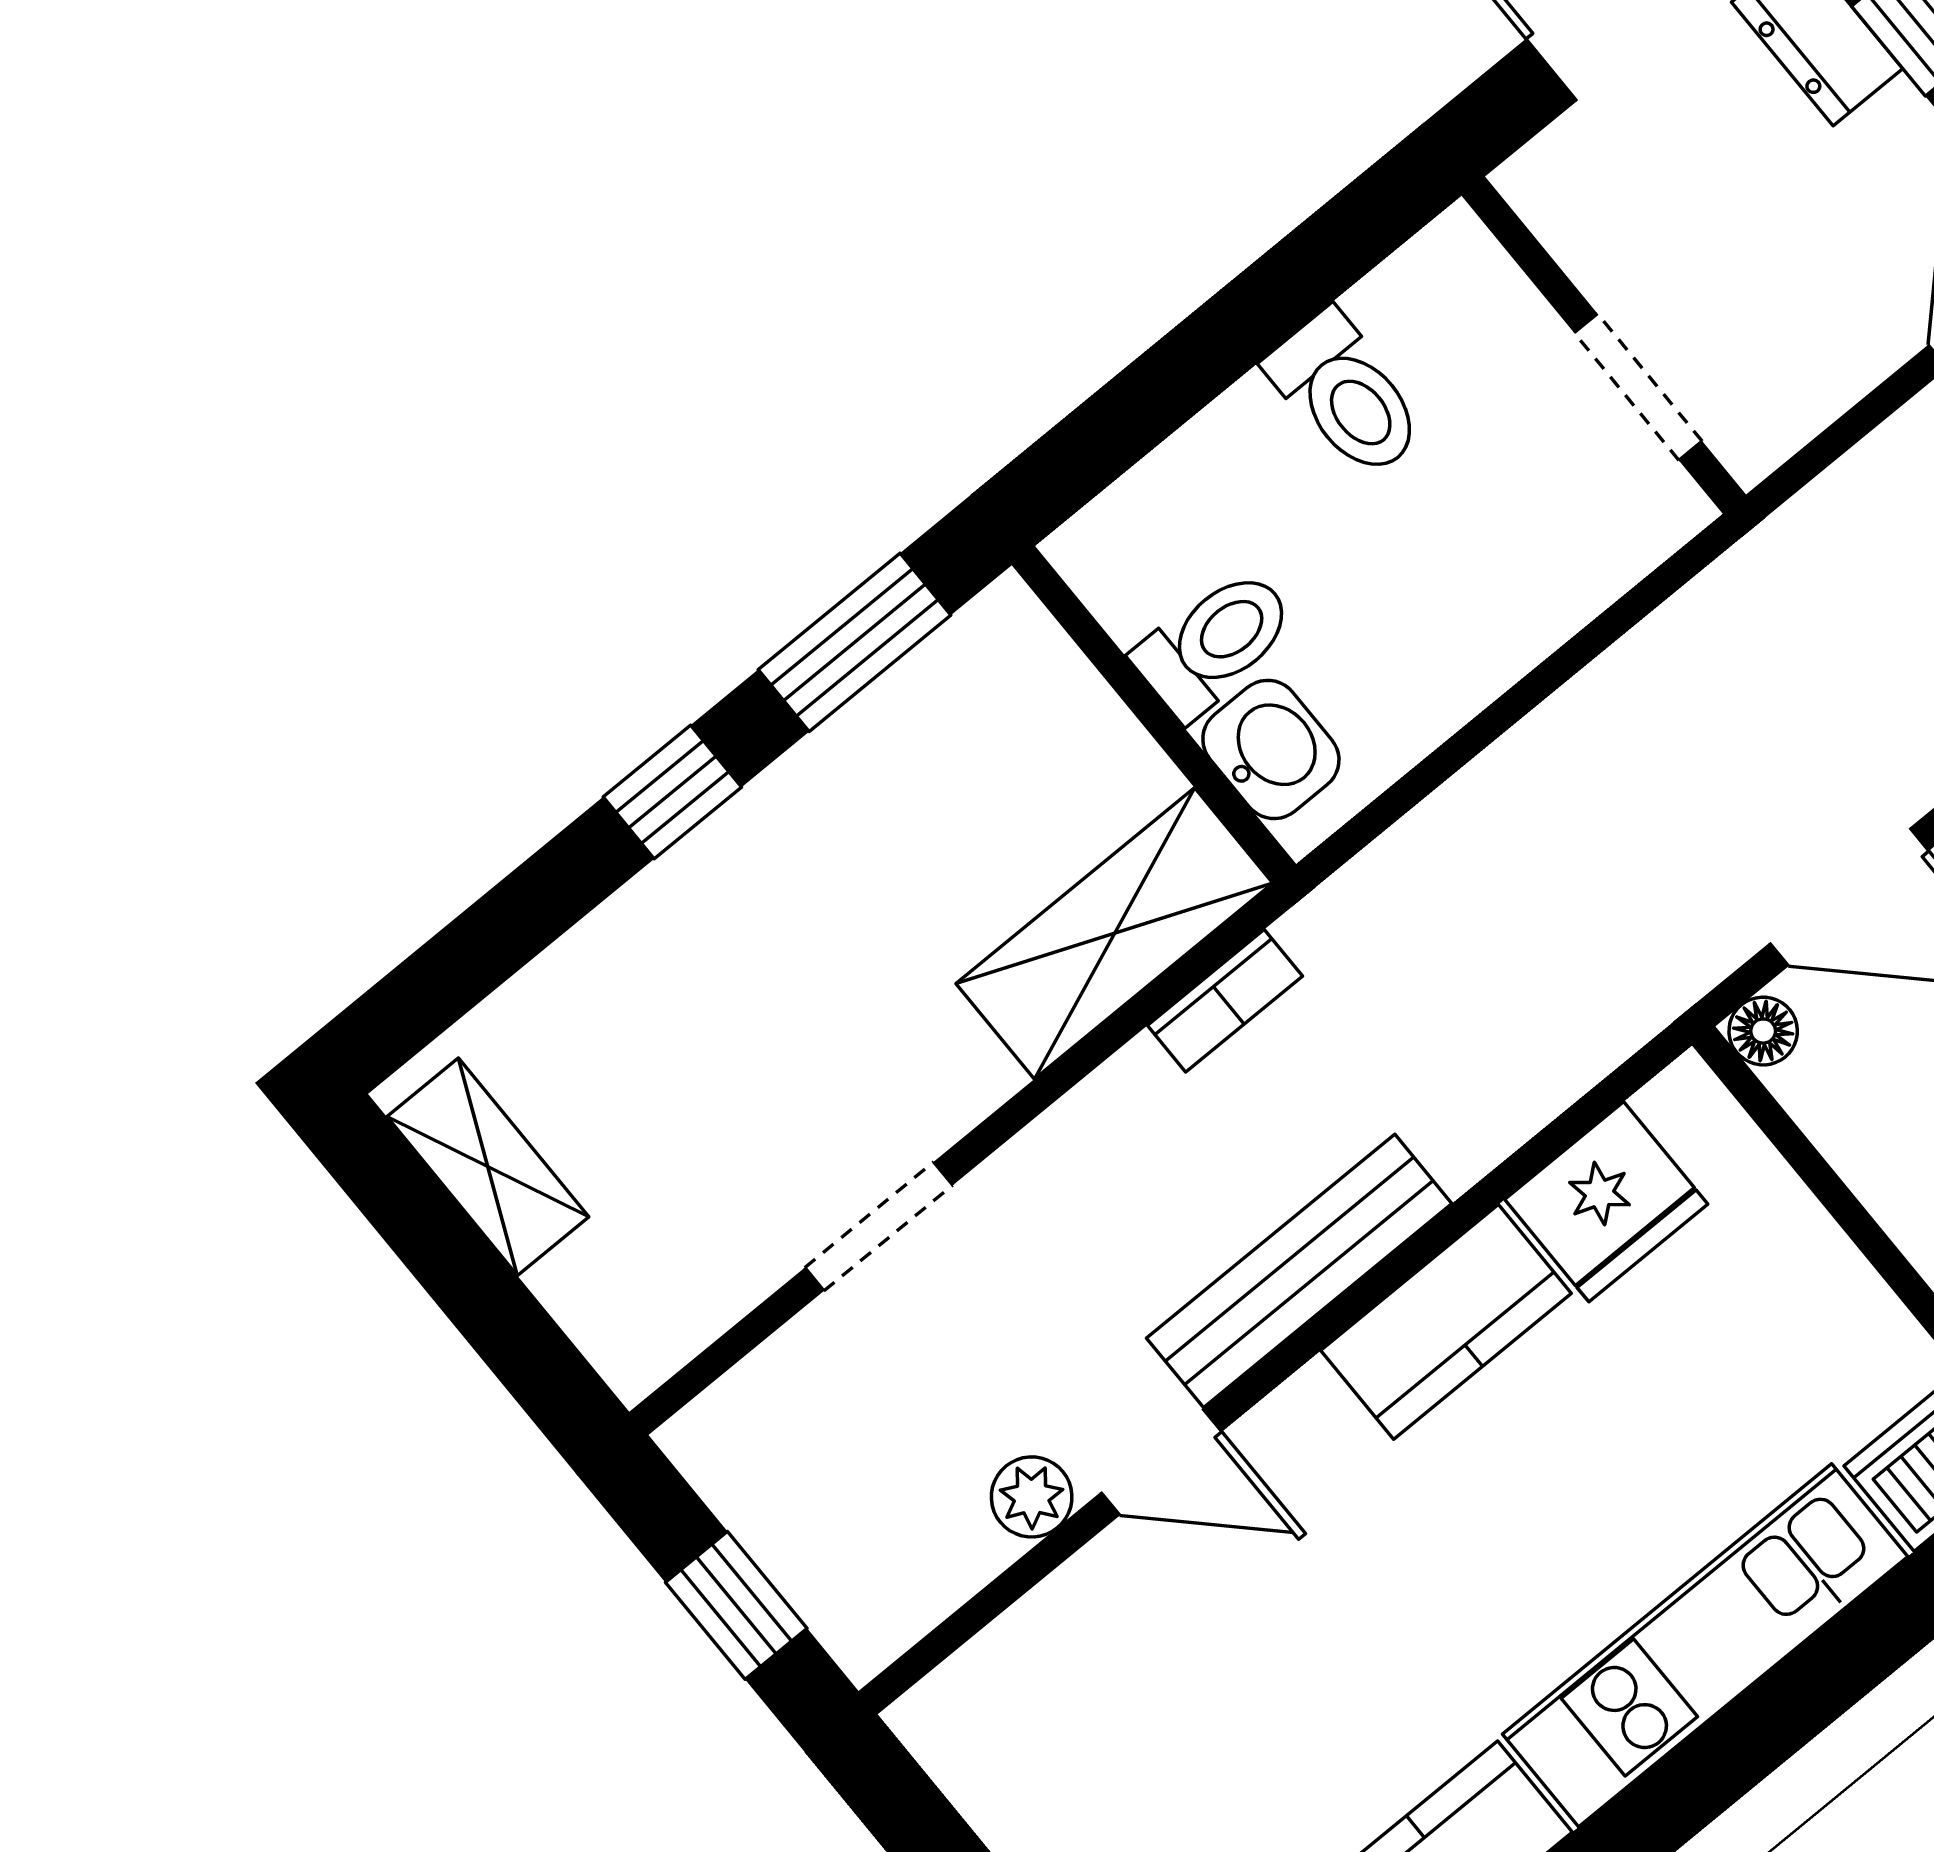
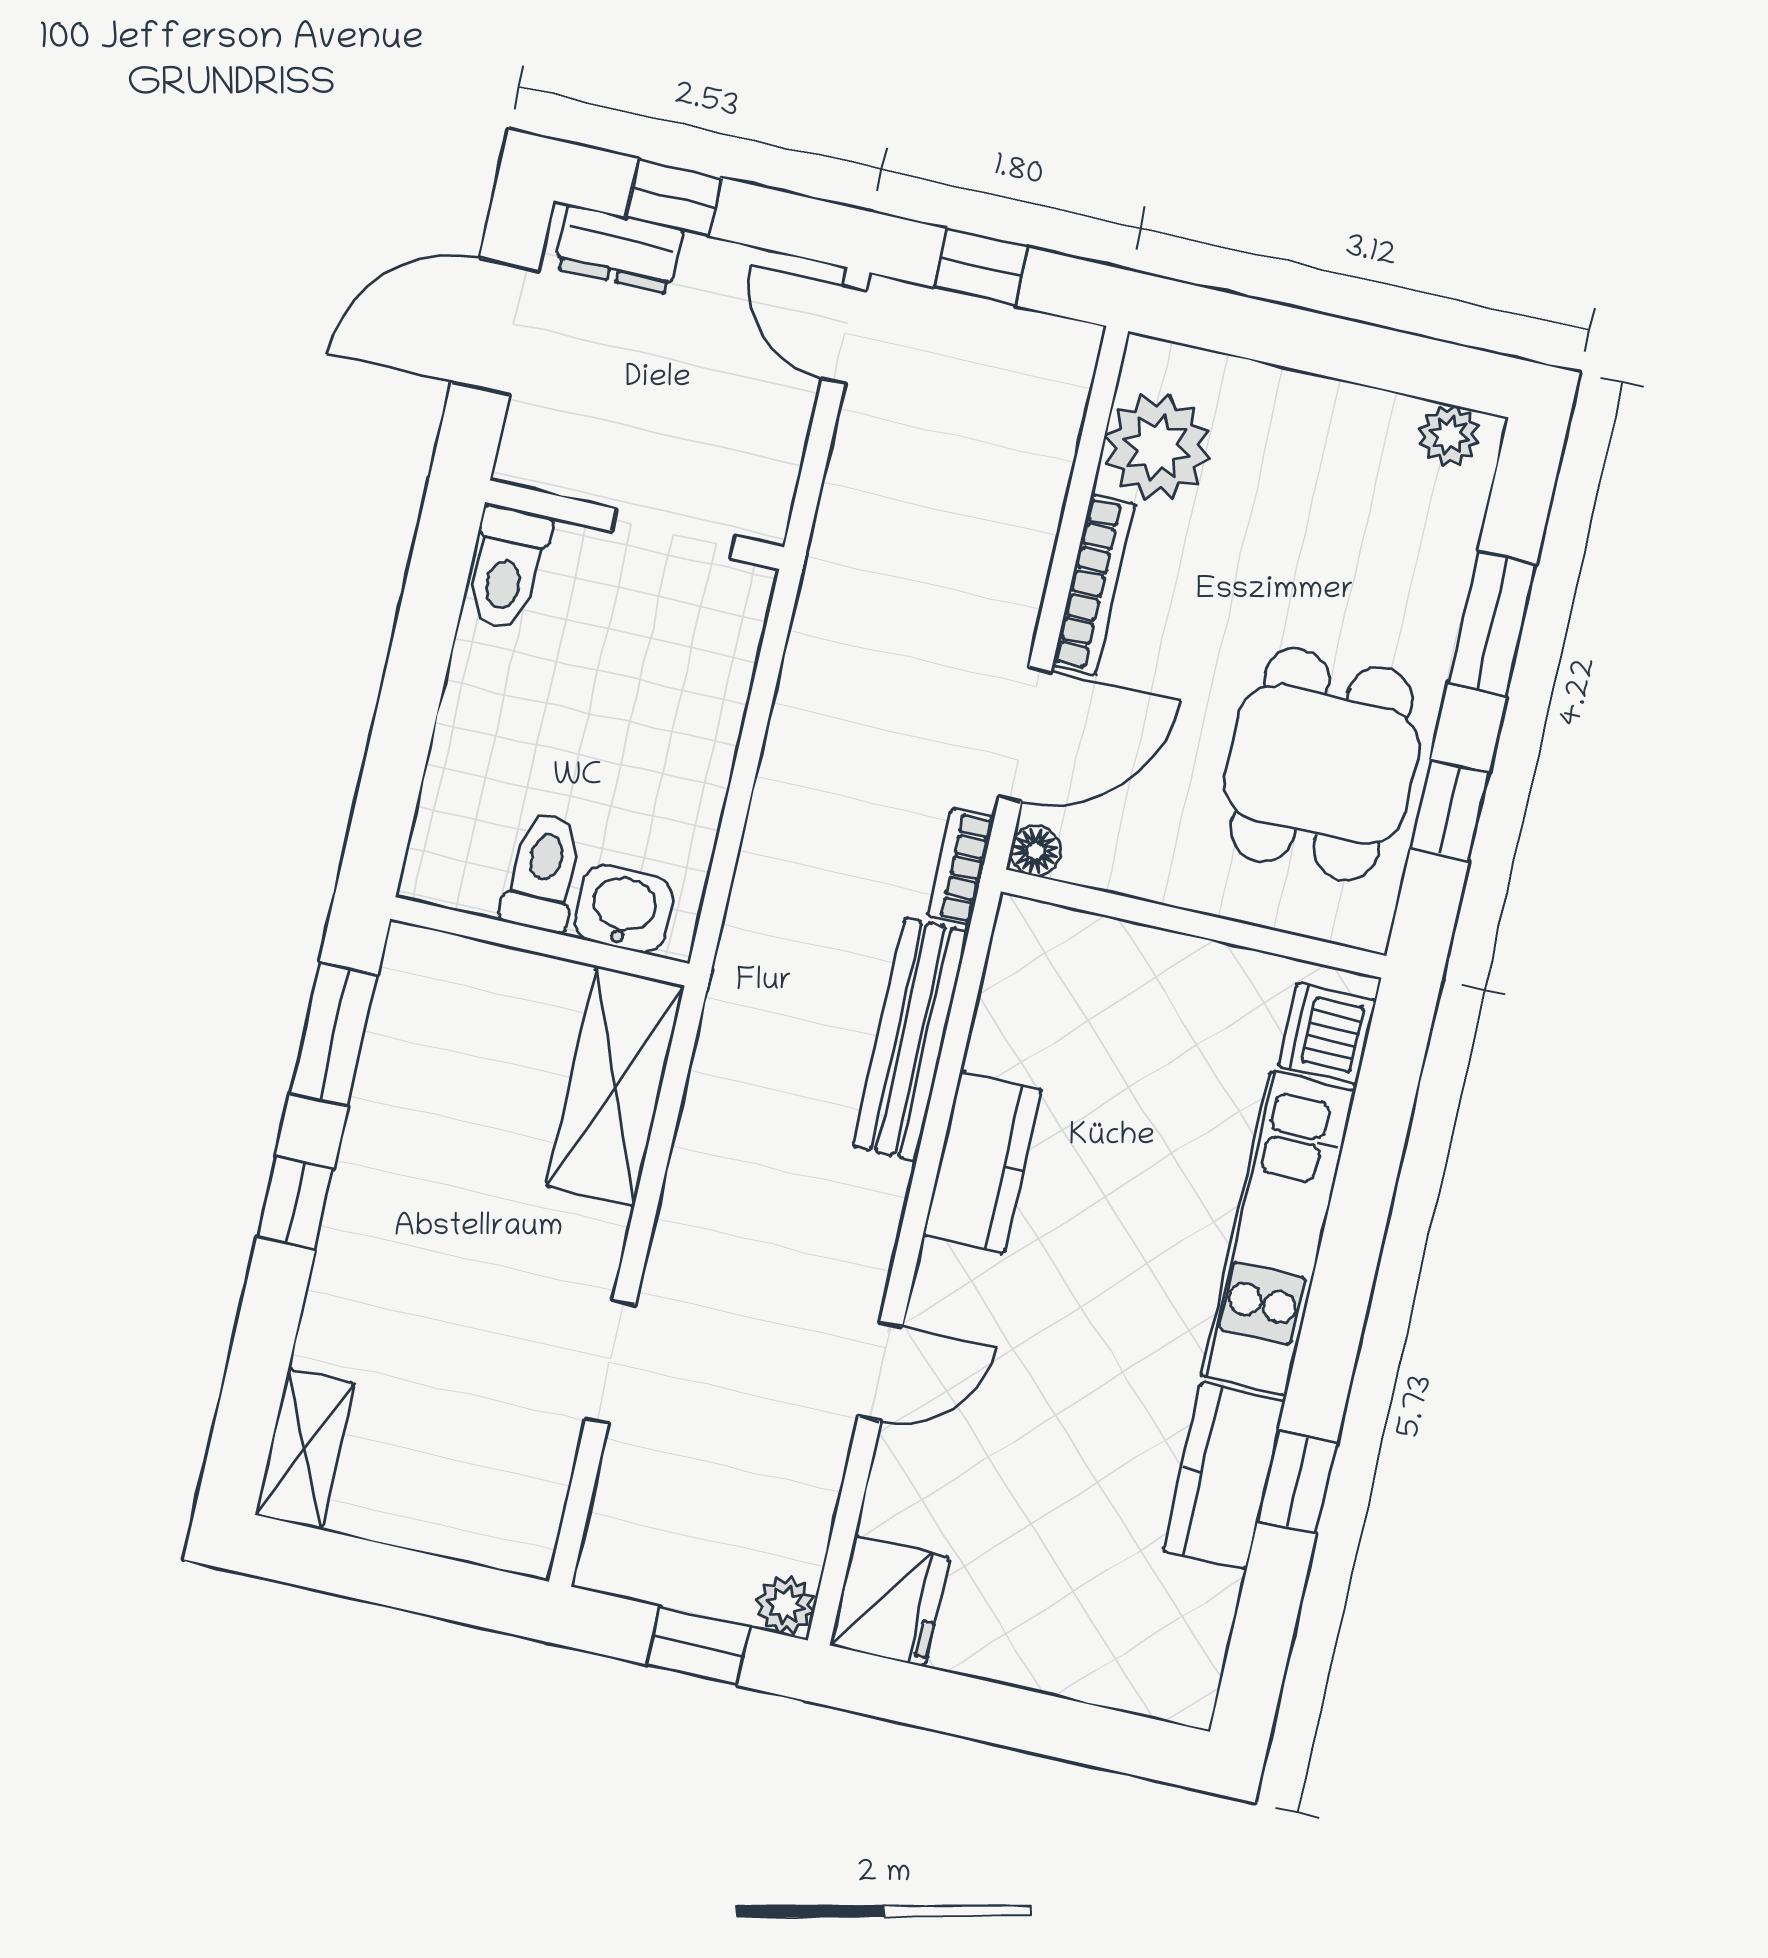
toilet: (1346, 395) -> (507, 568), moved, turned 90
bookcase: (1225, 1001) -> (961, 867), moved, turned 180
shelving: (488, 1167) -> (305, 1449), moved, turned 90
fridge: (1606, 1202) -> (889, 1601), moved
bench: (1299, 1271) -> (911, 1039), moved
plant: (1032, 1497) -> (786, 1605), moved

